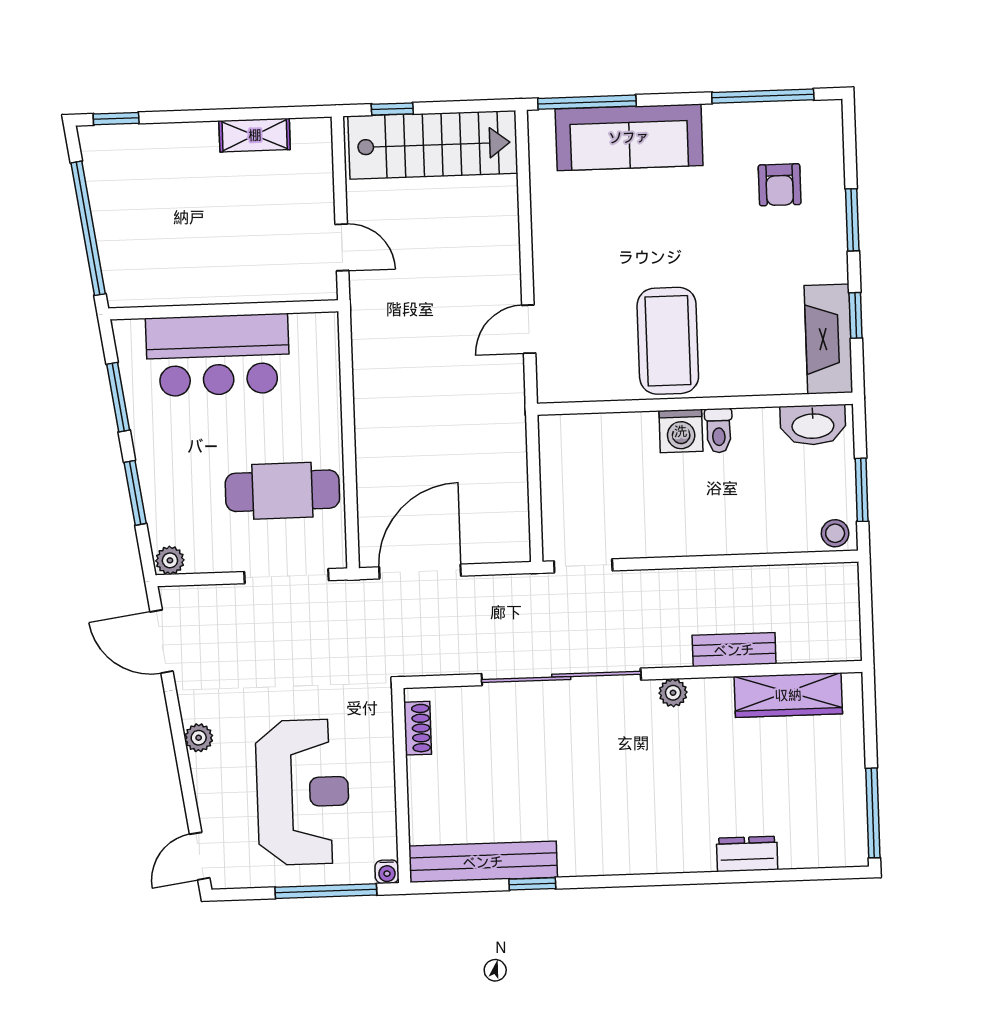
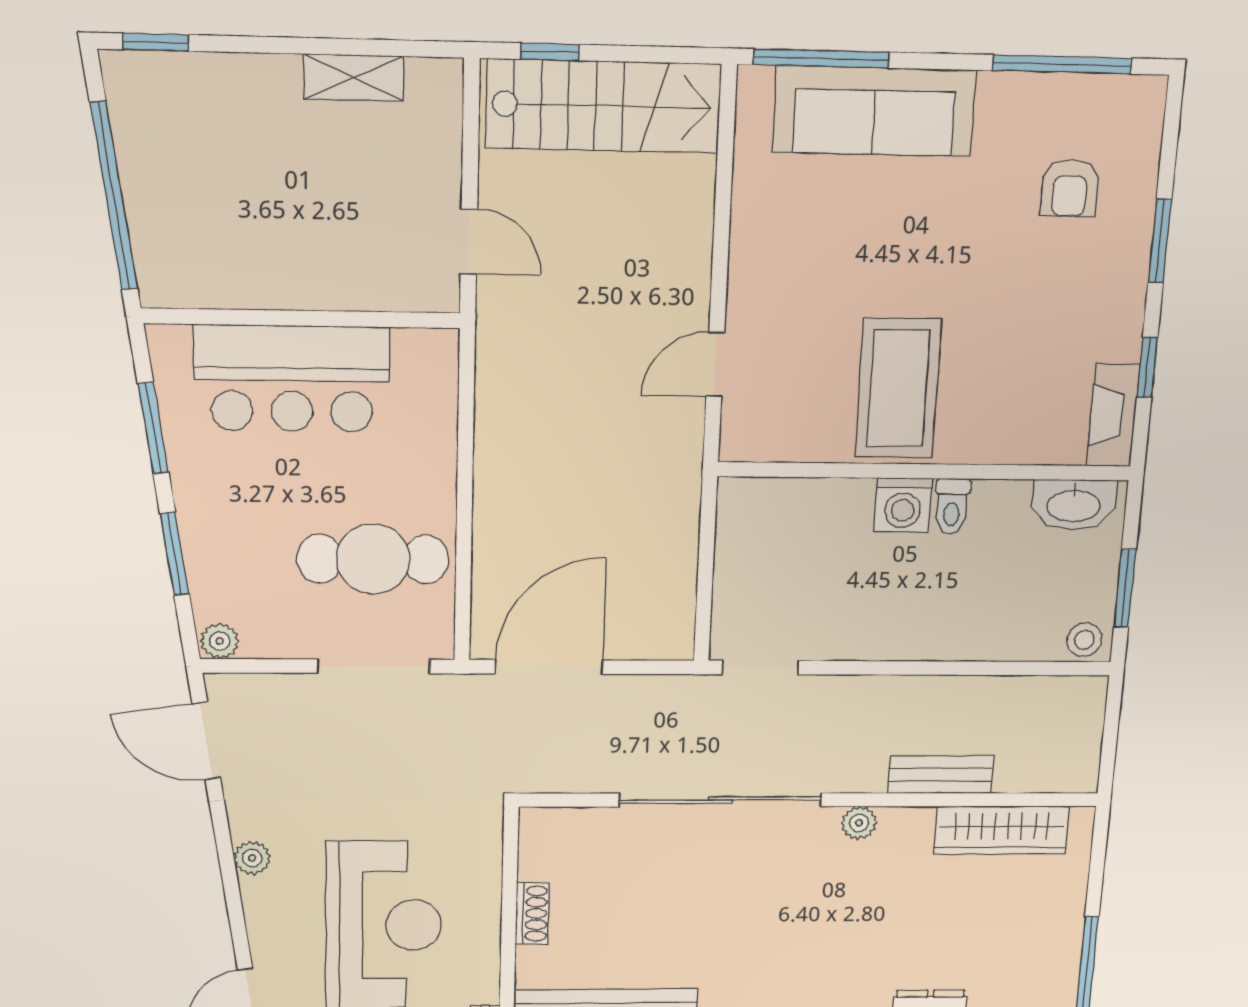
fireplace: (828, 339) -> (1113, 415), width x0.73, depth x0.76
shoe rack: (418, 728) -> (532, 913), moved

